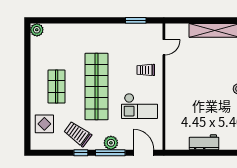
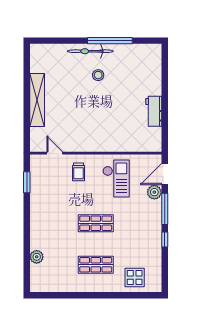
plant: (37, 30) -> (37, 257), moved
shop shelf: (96, 87) -> (96, 223), width x0.50, depth x0.74
trolley: (78, 134) -> (145, 243), removed
plant: (111, 143) -> (154, 192), moved

